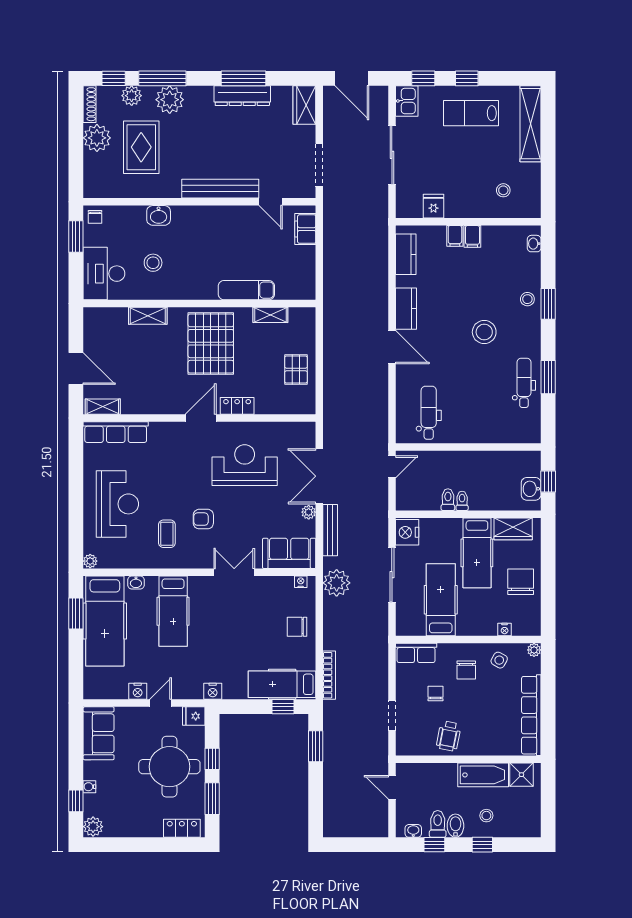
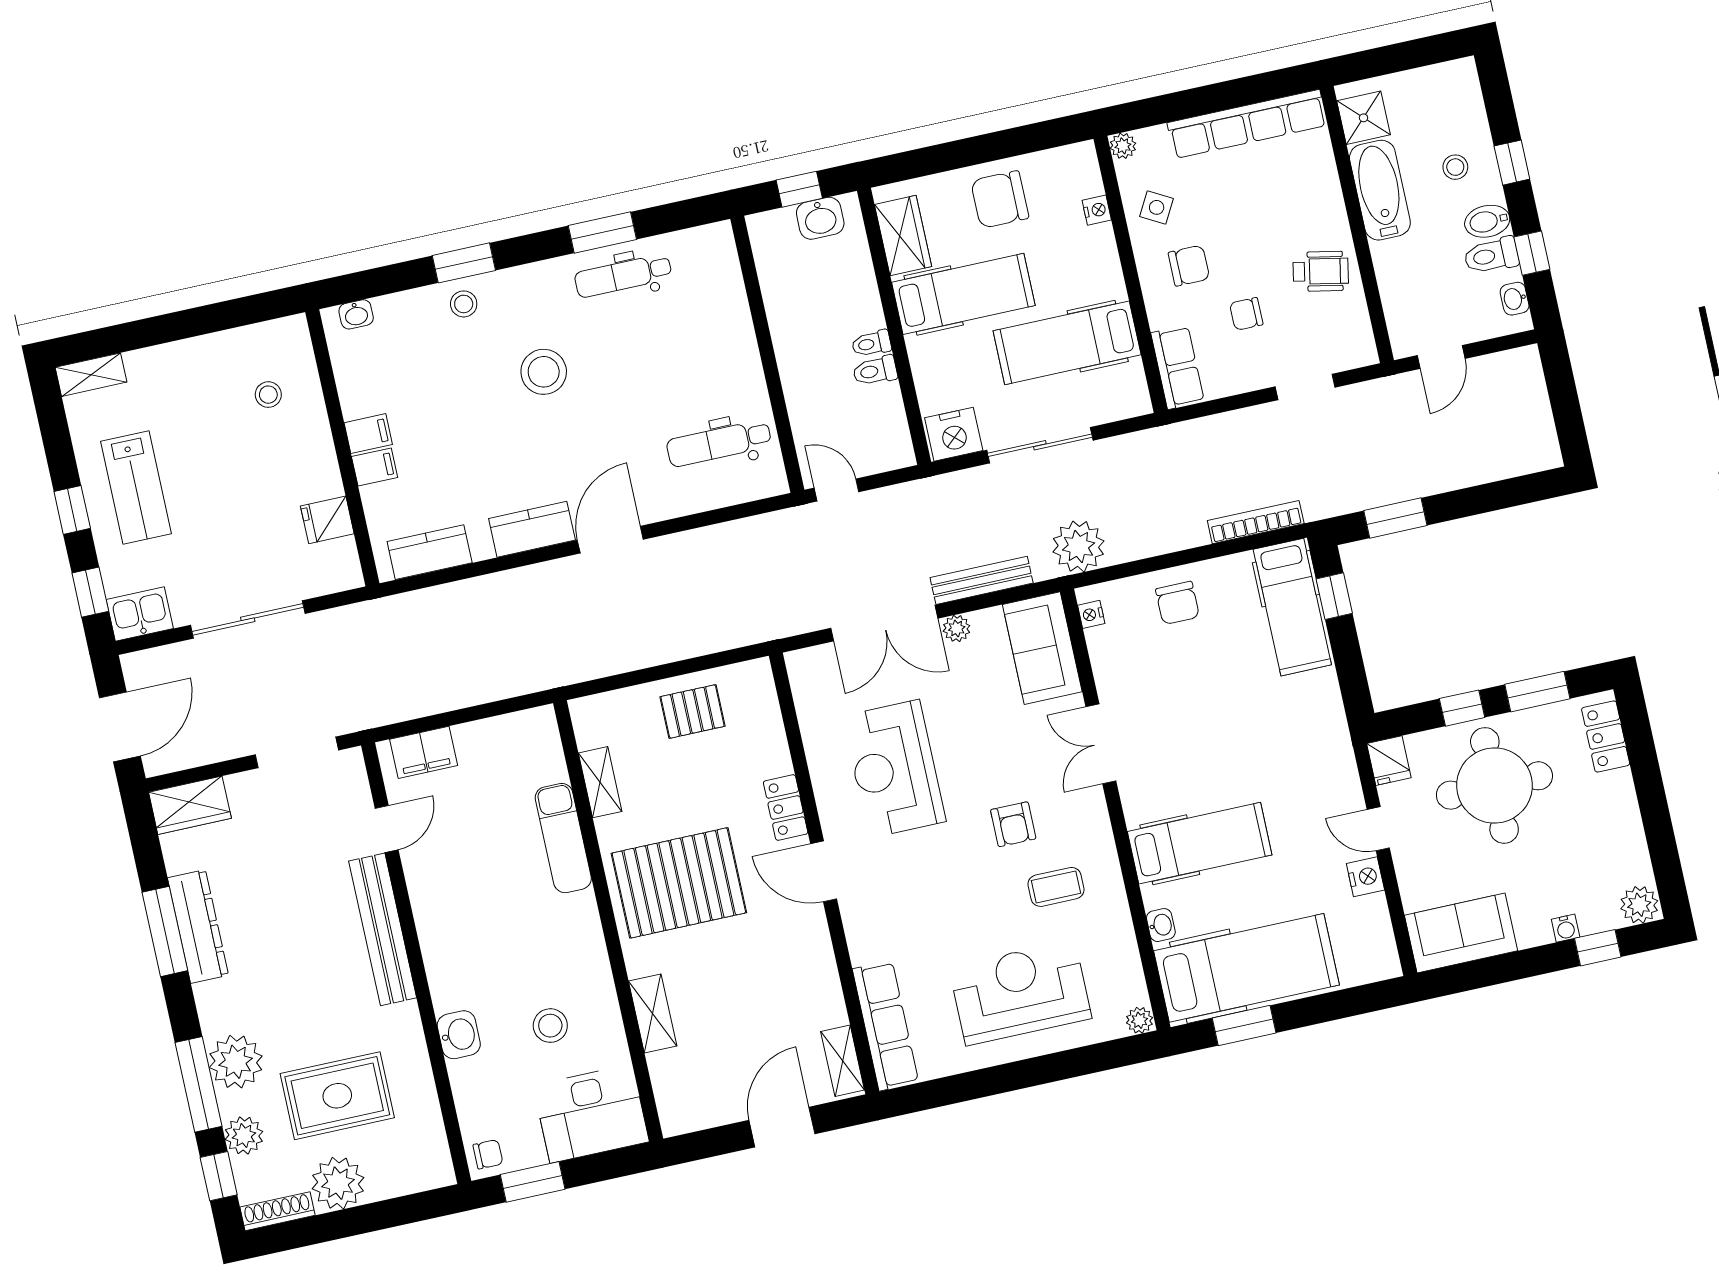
shelving: (530, 124) -> (91, 375), width x0.45, depth x0.75
nightstand: (213, 691) -> (1334, 735), removed

